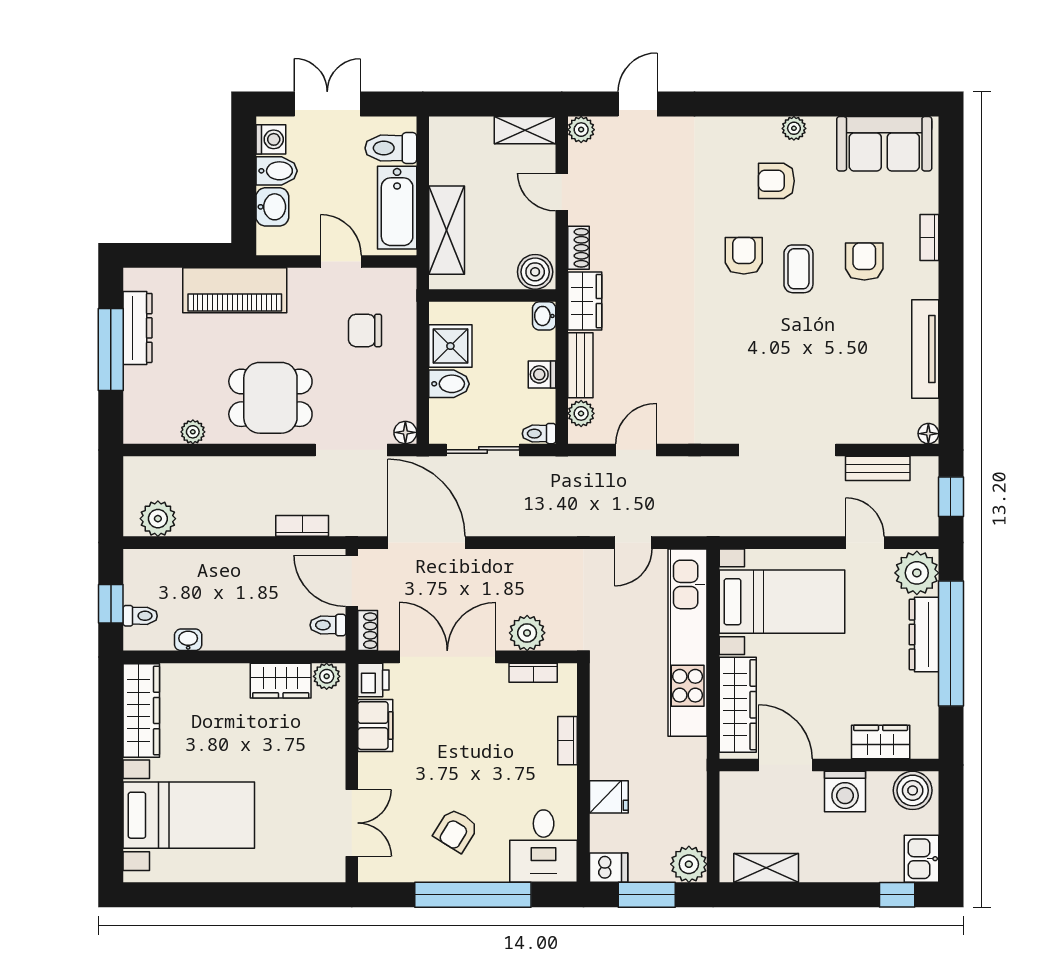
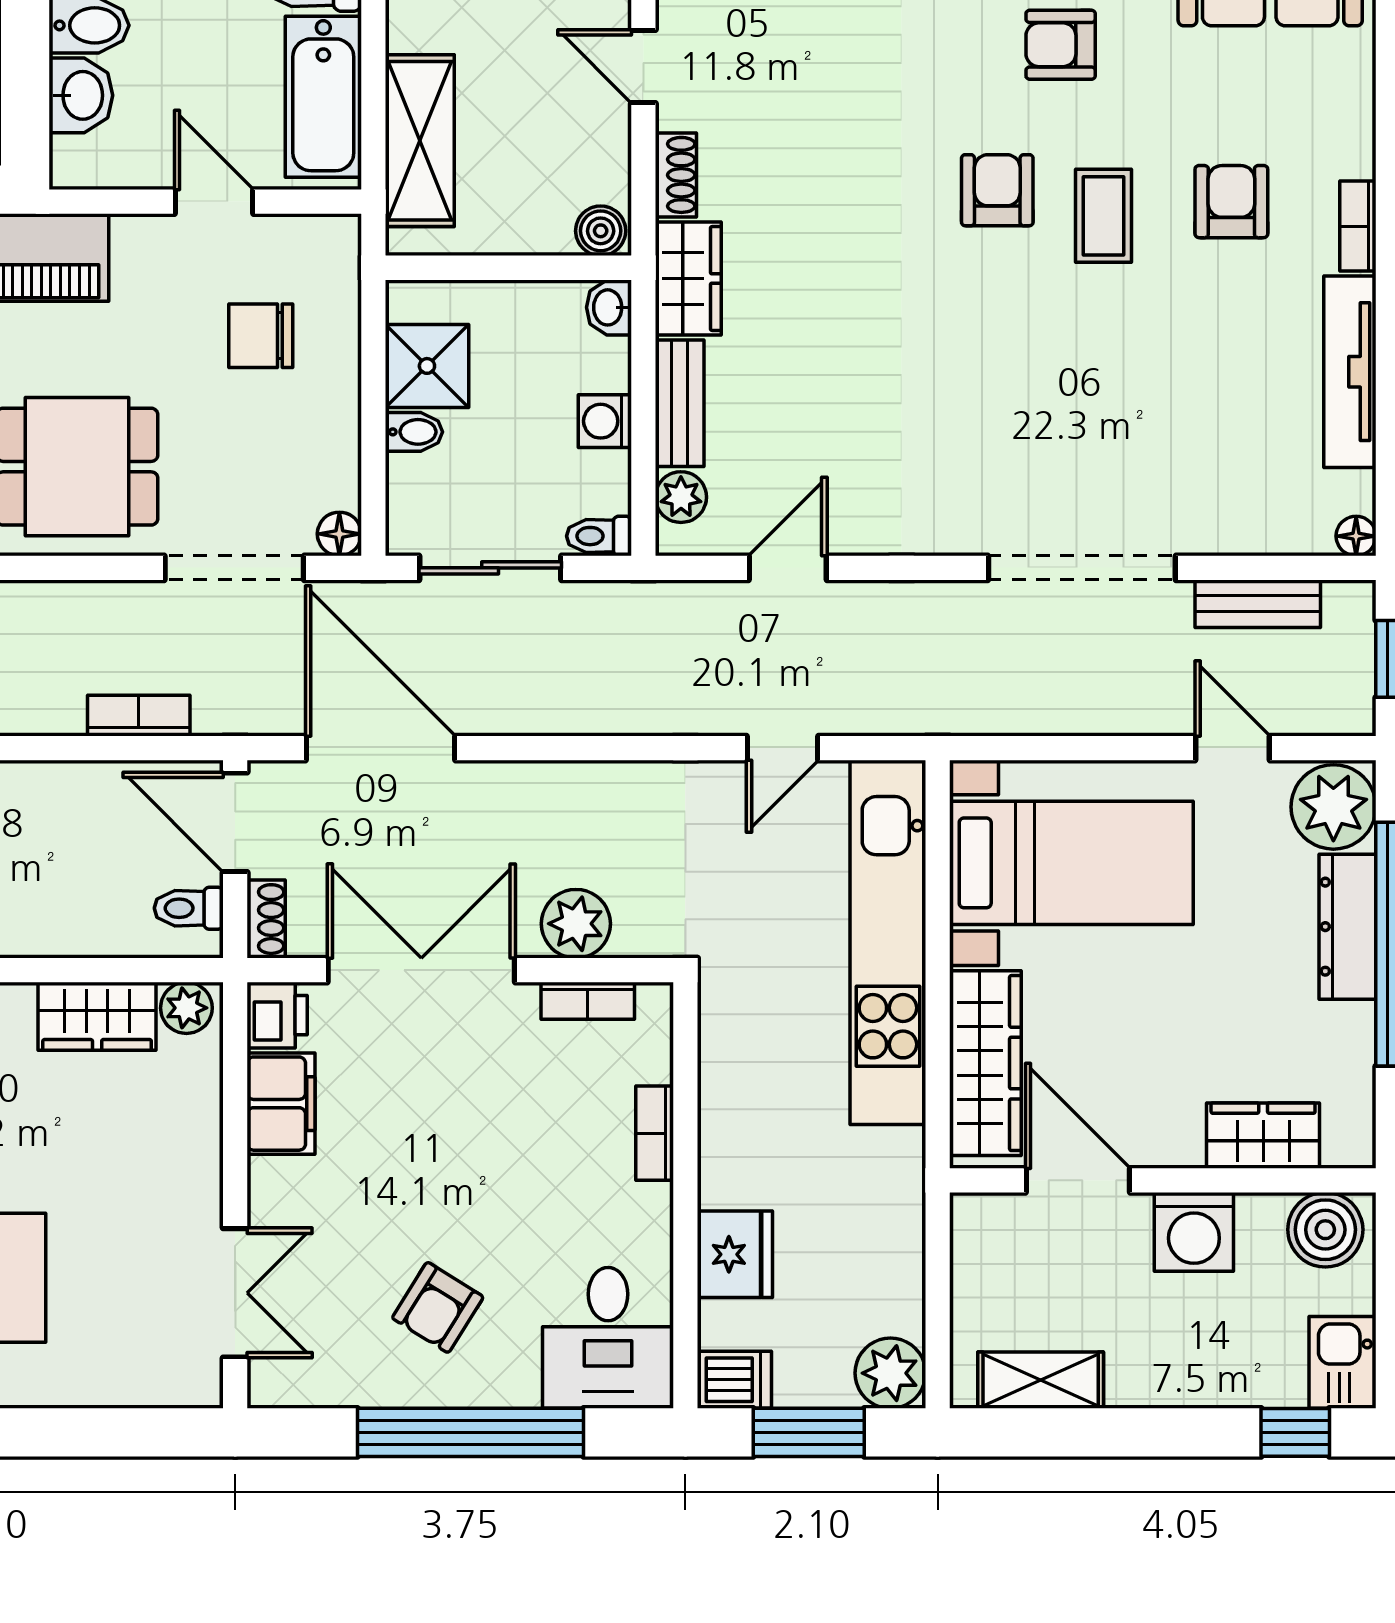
bookcase: (929, 238) -> (1358, 226), moved
boiler: (535, 272) -> (601, 231), width x0.73, depth x0.73
bidet: (449, 384) -> (414, 432), width x0.72, depth x0.74
fridge: (609, 797) -> (735, 1254), width x1.38

